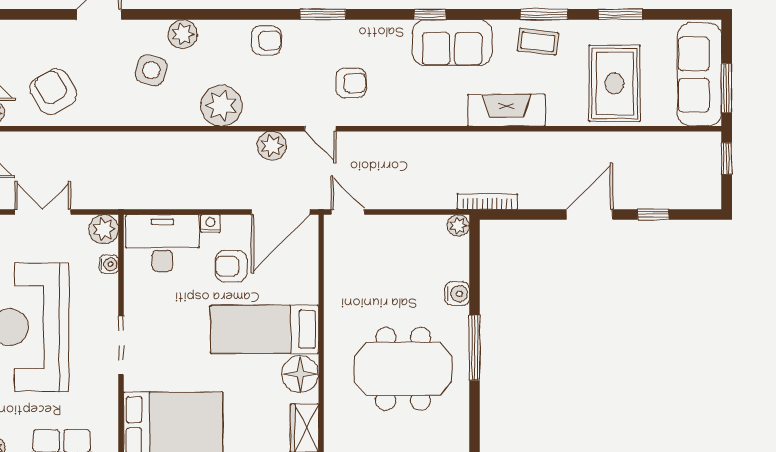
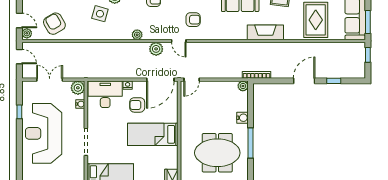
plant: (221, 106) -> (137, 35), width x0.53, depth x0.53
door: (348, 212) -> (192, 80), swing flipped
floor lamp: (300, 374) -> (169, 155), removed

